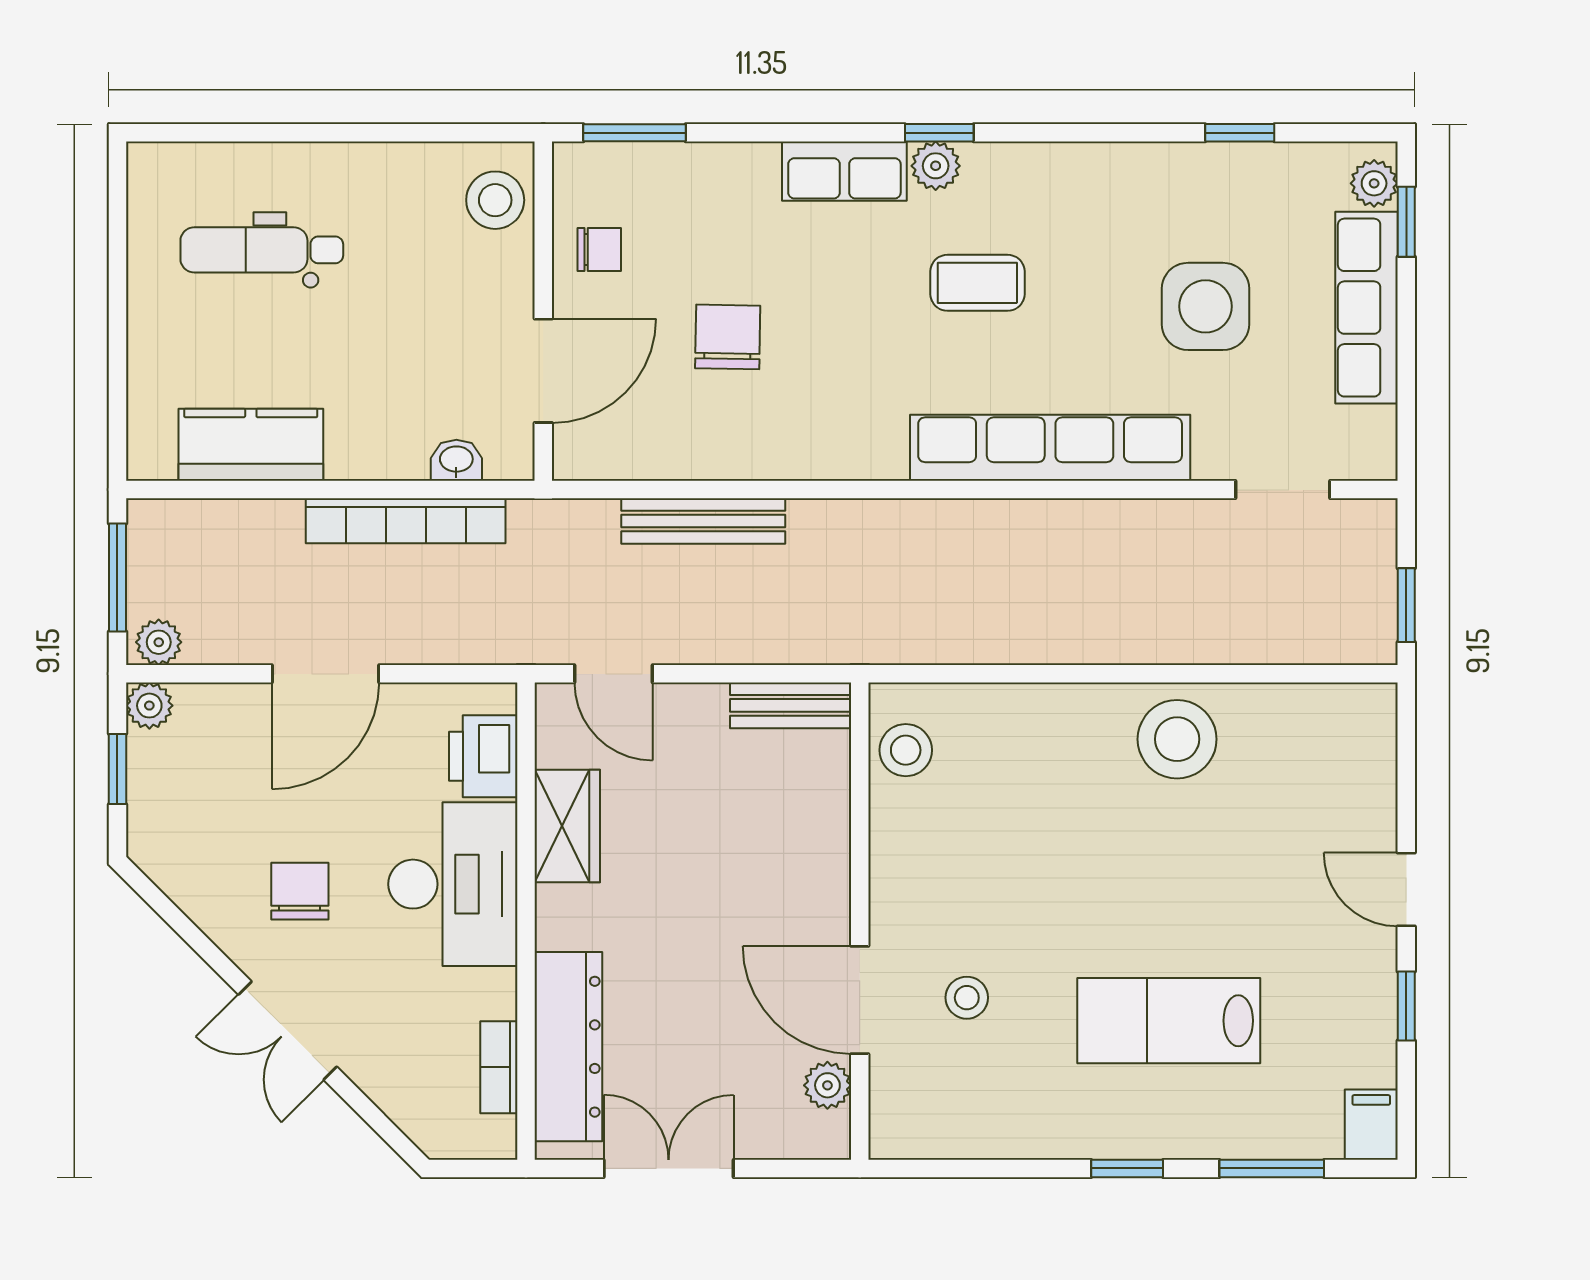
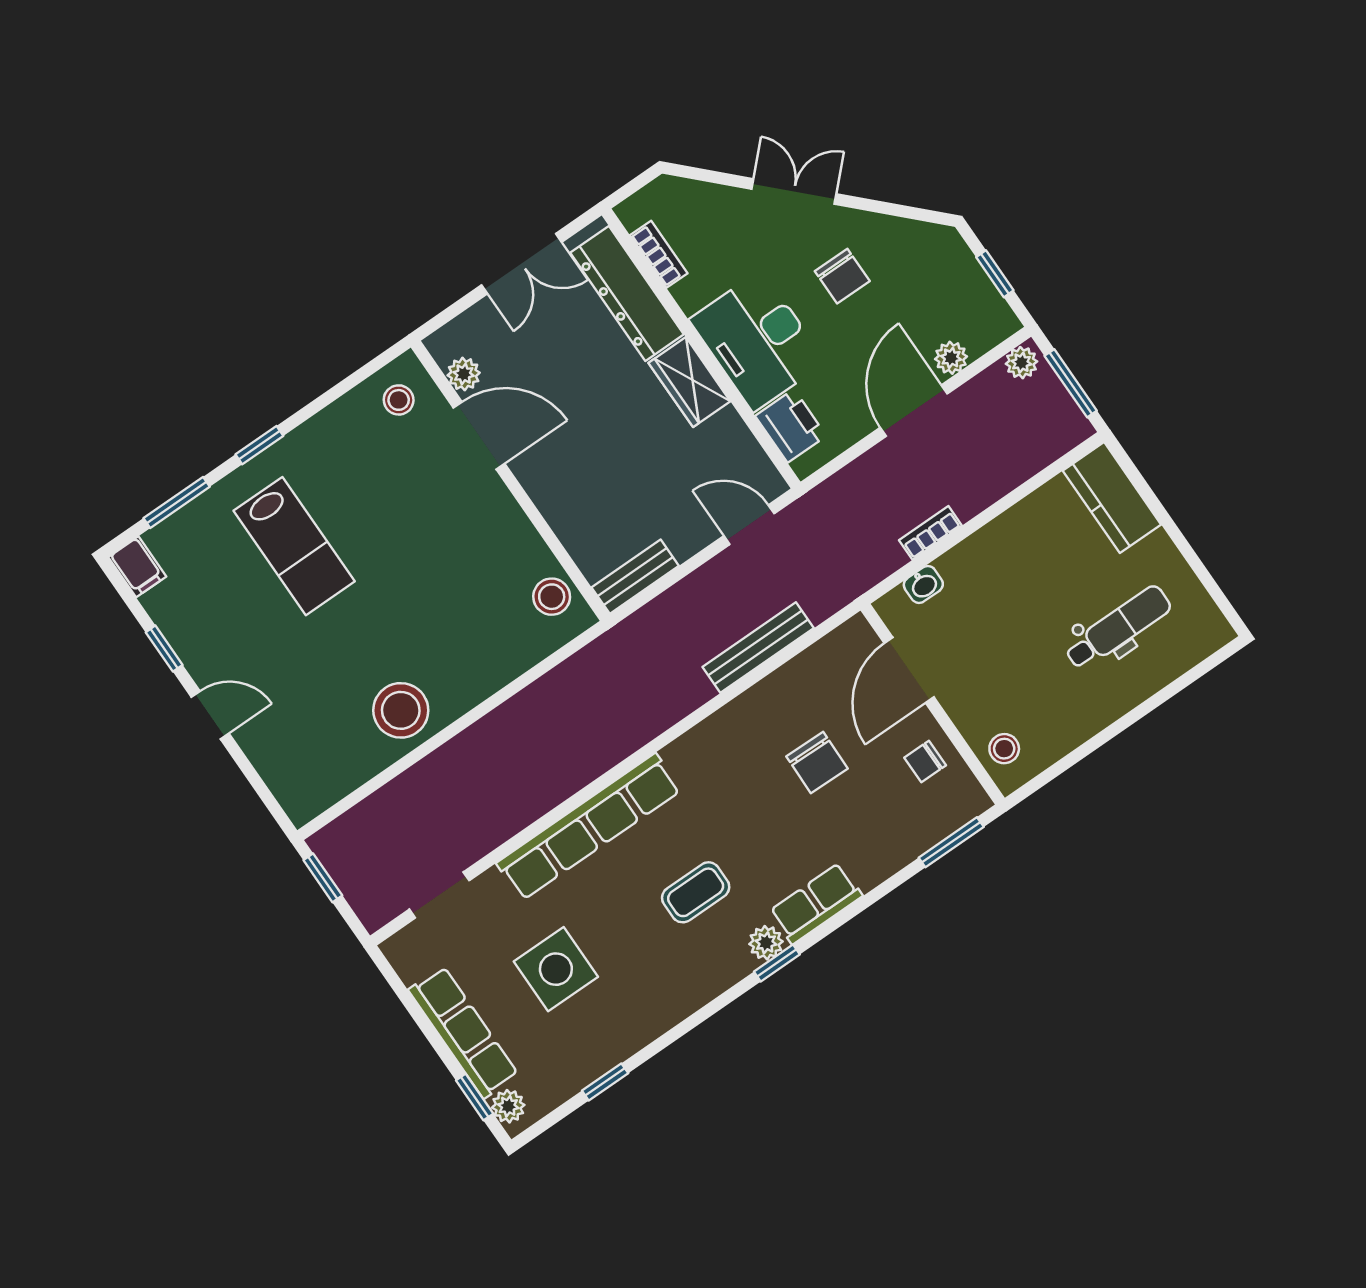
stool: (495, 200) -> (1004, 749), width x0.73, depth x0.73
kitchen counter: (251, 445) -> (1112, 498), moved, turned 90
bookcase: (406, 521) -> (930, 533), width x0.43, depth x0.76
plant: (149, 706) -> (951, 358), moved
wardrobe: (567, 826) -> (689, 382), moved
stool: (967, 998) -> (399, 400), moved
lab bench: (1169, 1021) -> (294, 546), turned 90

